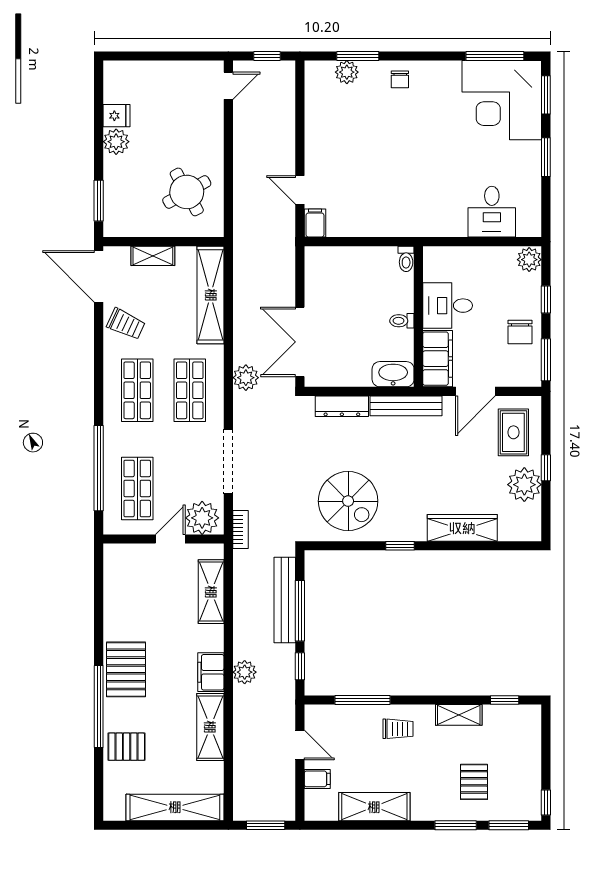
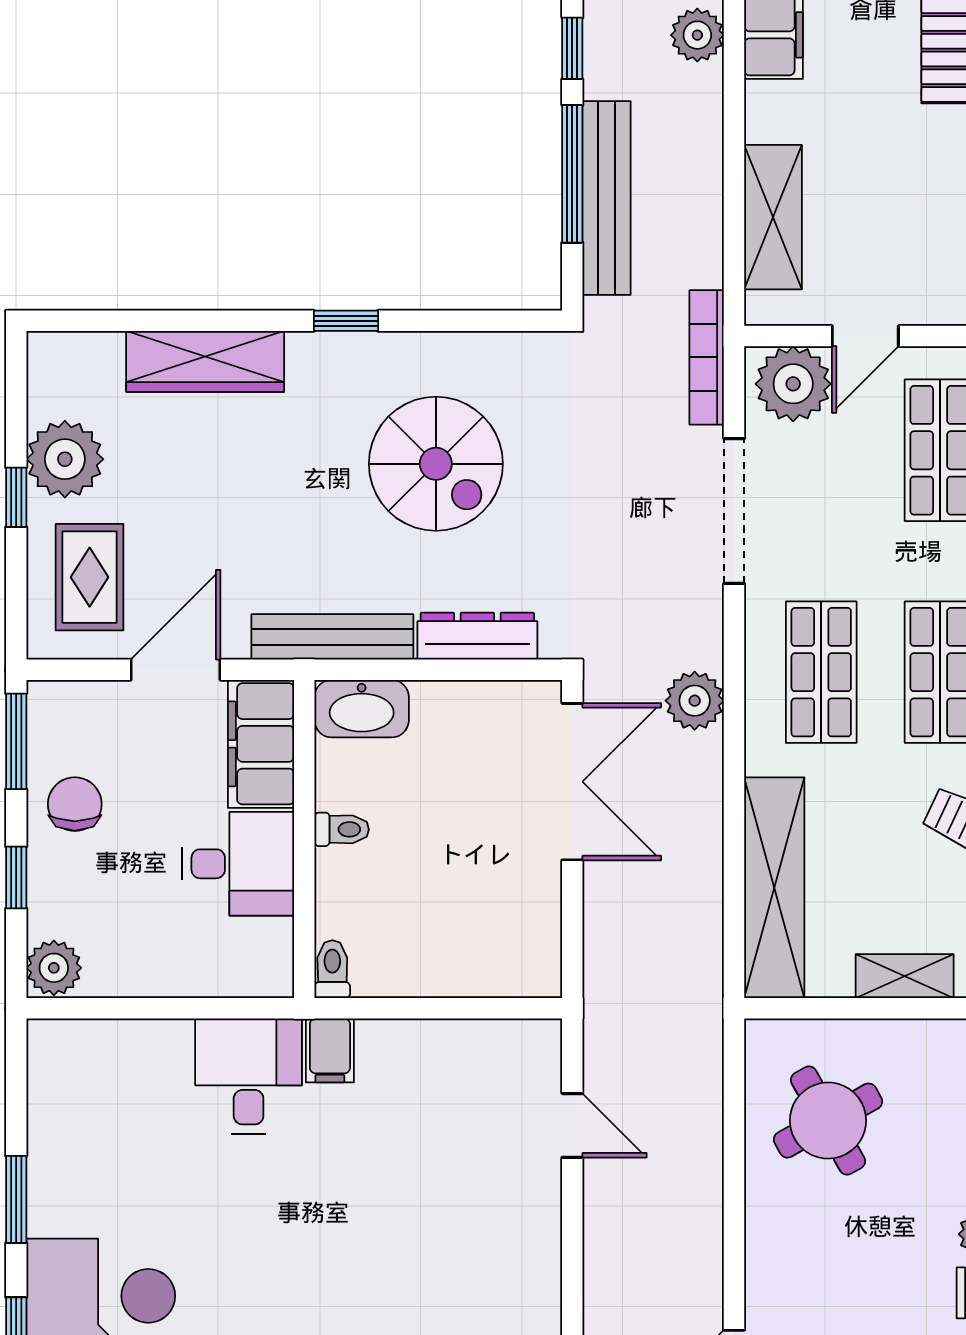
desk: (492, 212) -> (249, 1076), moved
filing cabinet: (315, 223) -> (330, 1050), moved
spiral stairs: (348, 501) -> (436, 464), moved, turned 180
bookcase: (240, 530) -> (707, 357), width x1.56

